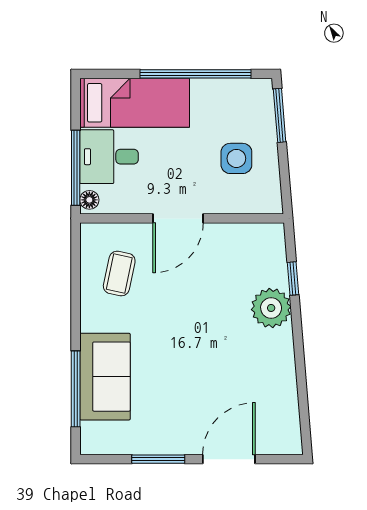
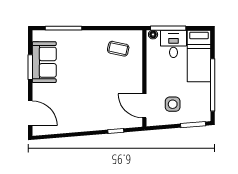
door: (178, 218) -> (144, 106), moved
plant: (271, 308) -> (102, 121), removed
sofa: (105, 377) -> (44, 62), moved, turned -90
door: (229, 459) -> (30, 113), moved

